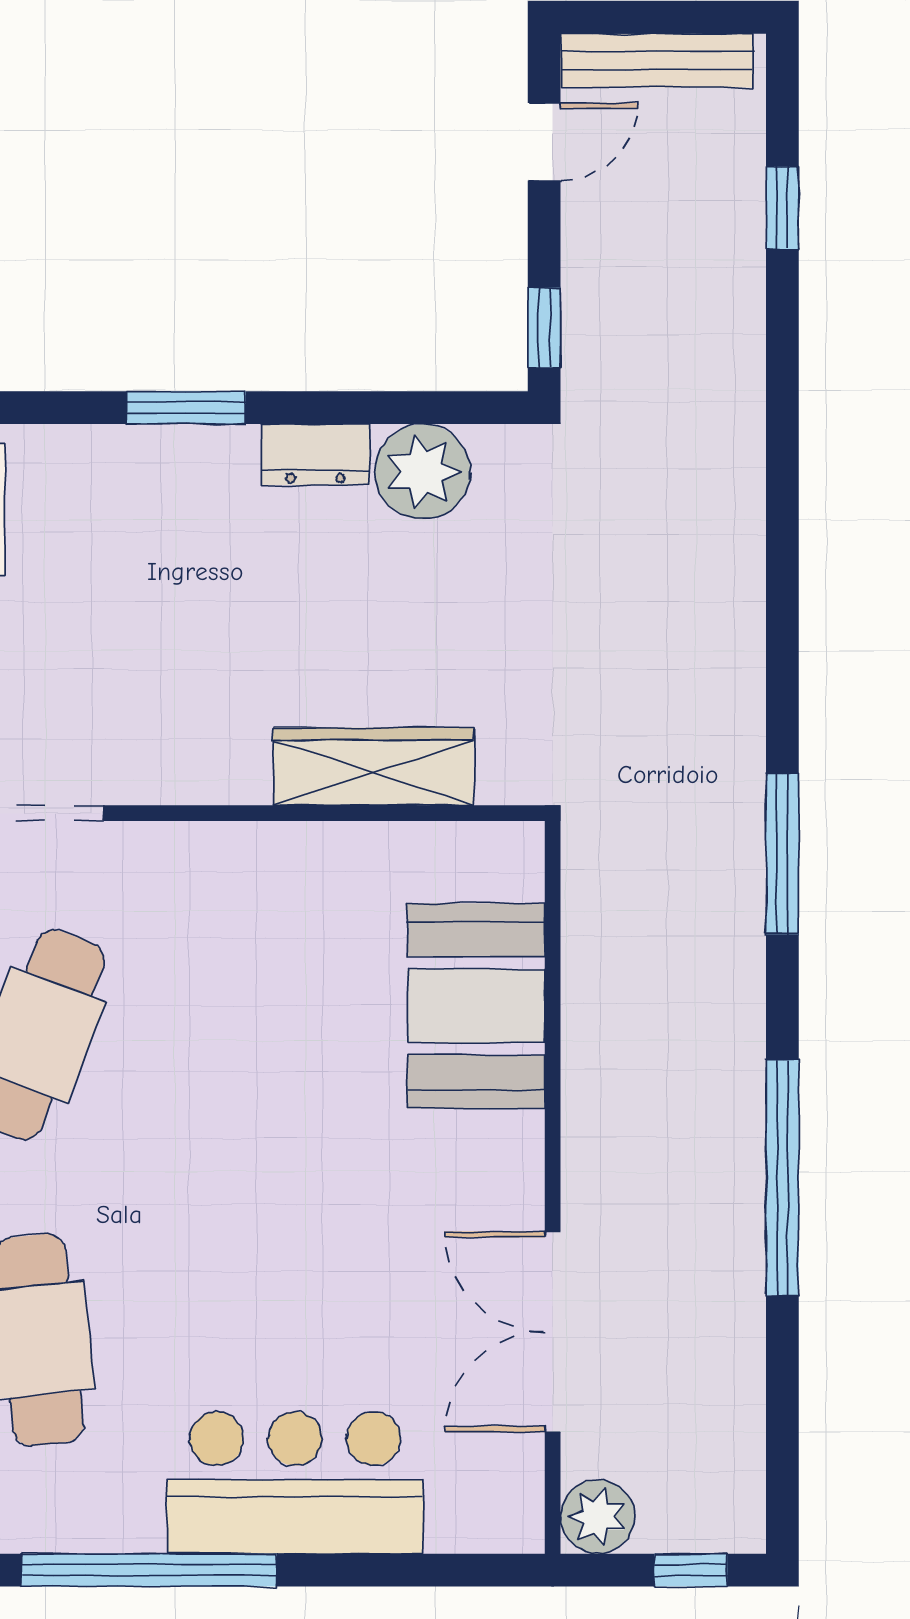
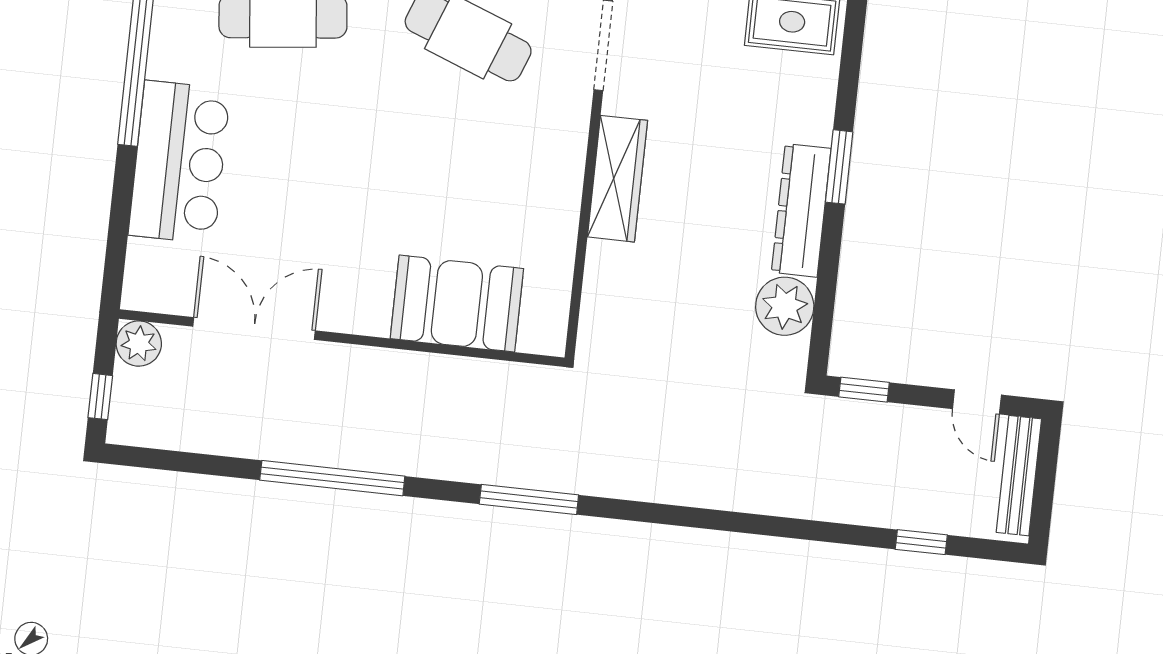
dresser: (316, 454) -> (801, 210), width x1.96, depth x1.24
wardrobe: (373, 767) -> (617, 179), moved

